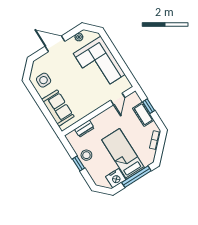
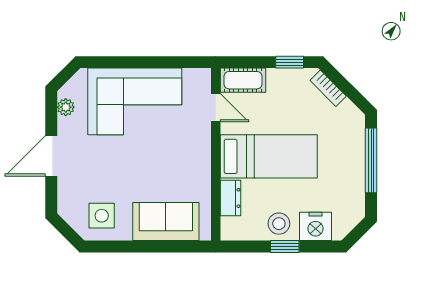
window: (149, 106) -> (290, 62), moved
cot: (143, 114) -> (243, 80), moved
bed: (123, 154) -> (269, 156), moved, turned 180
nightstand: (116, 178) -> (316, 226), moved, turned 90

